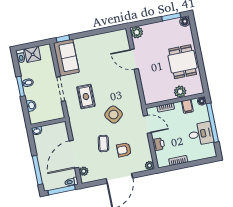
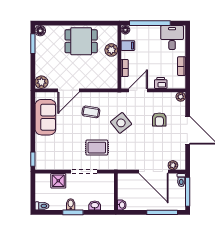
shower: (33, 54) -> (58, 181), moved
sofa: (66, 58) -> (45, 117), moved, turned 90
desk: (201, 134) -> (172, 38), moved
coffee table: (103, 143) -> (91, 112), moved

